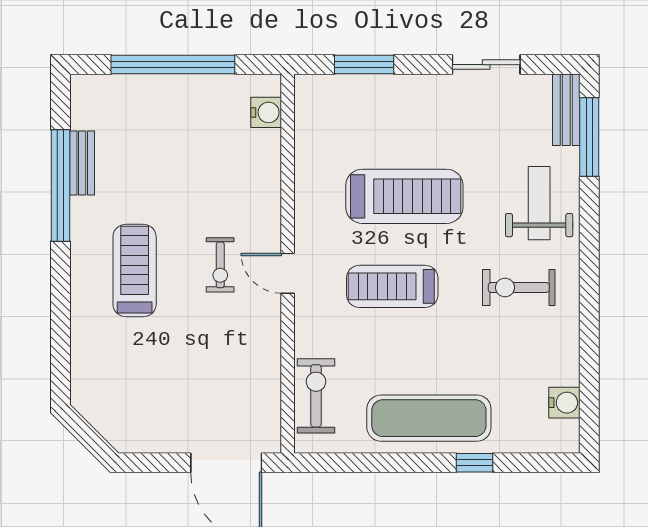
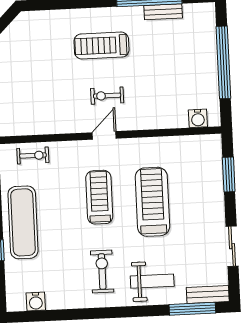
treadmill: (404, 196) -> (152, 202), turned 180
treadmill: (135, 270) -> (101, 46), turned 180
exercise bike: (316, 396) -> (33, 155), width x0.73, depth x0.72

